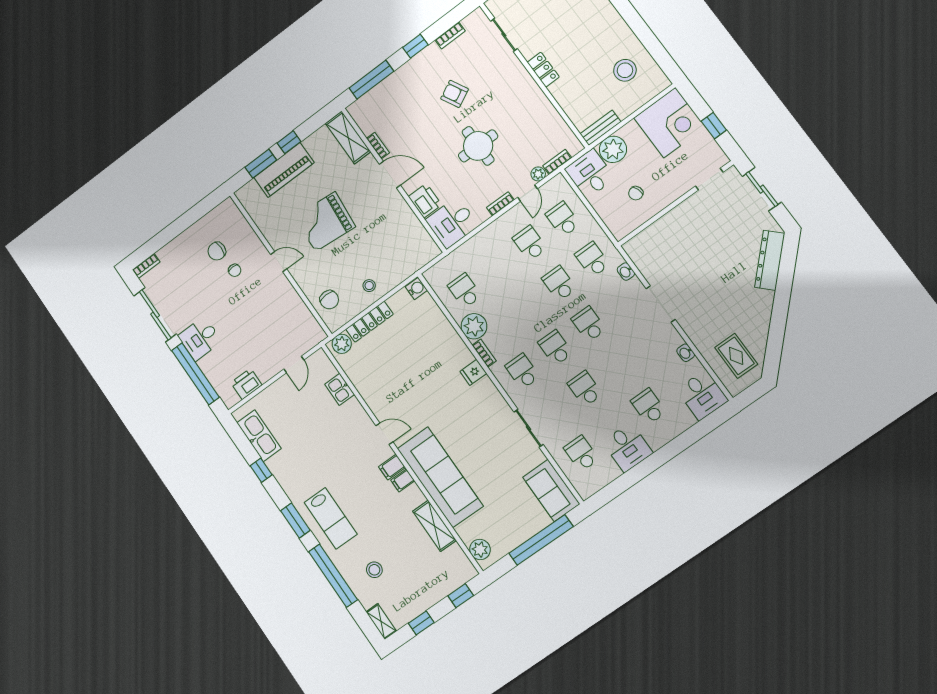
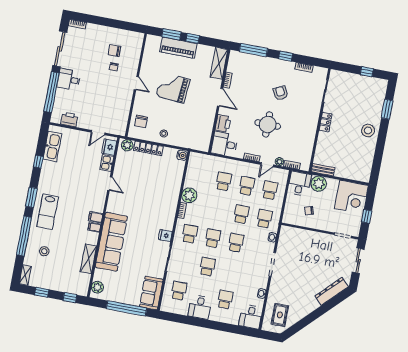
stool: (625, 70) -> (368, 130), moved
school desk: (464, 291) -> (224, 181), moved
fridge: (323, 368) -> (109, 147), added
fridge: (473, 372) -> (165, 235), moved
door: (384, 434) -> (110, 184), moved

